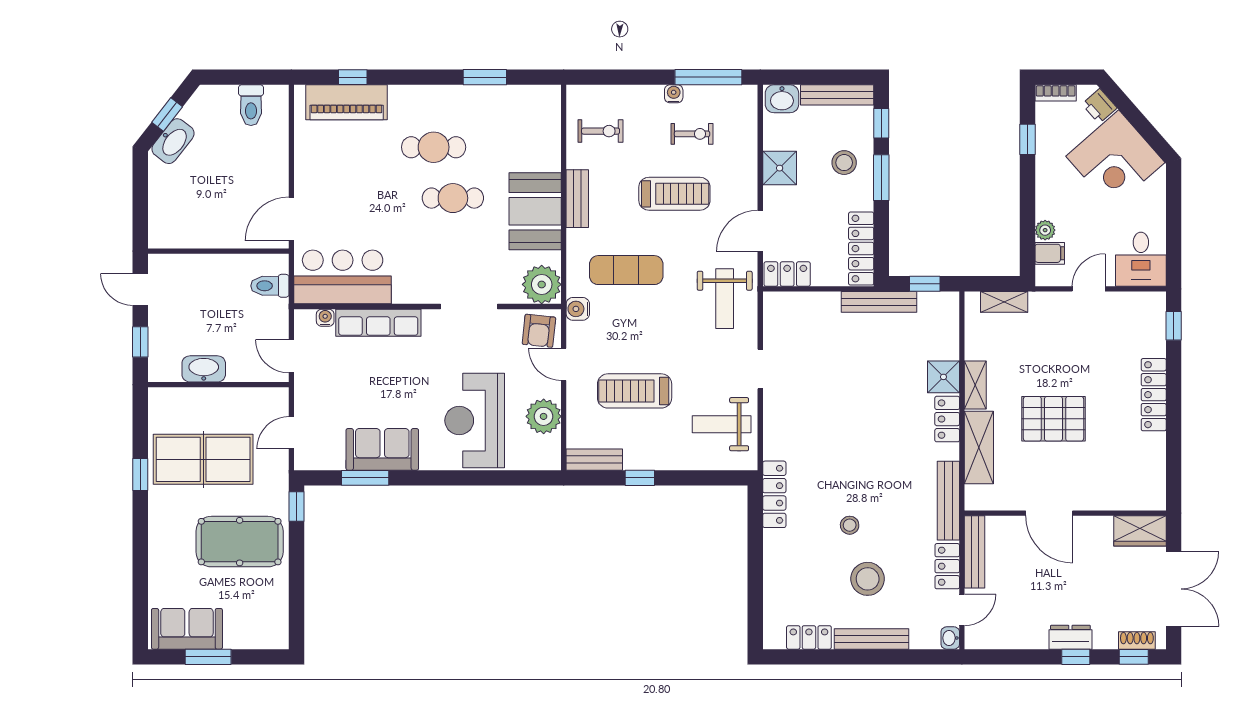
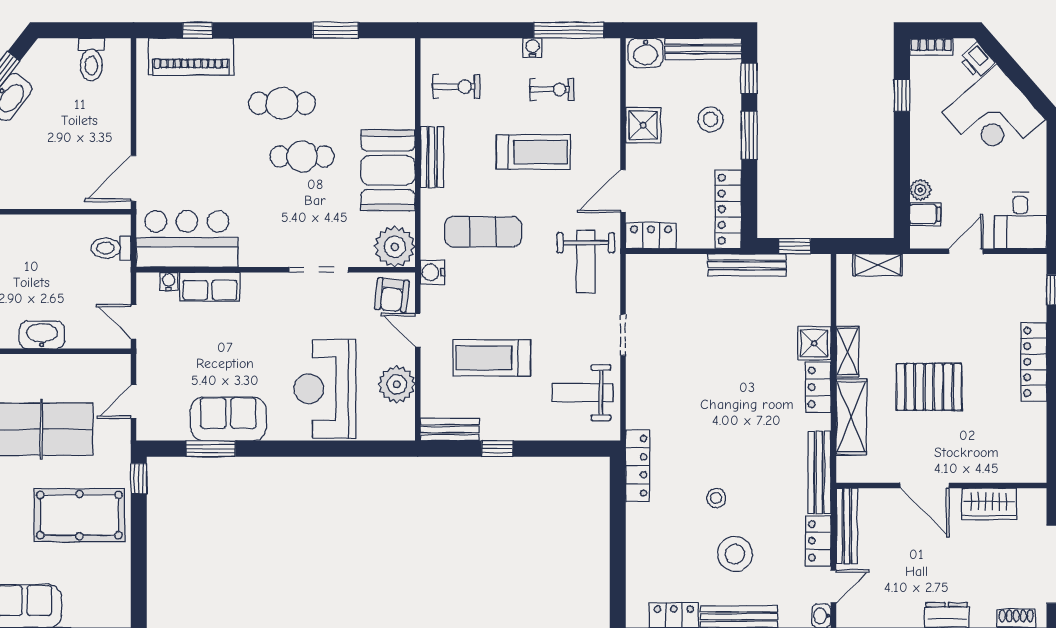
row of seats: (378, 323) -> (210, 287), width x0.68
wardrobe: (1140, 531) -> (989, 504), moved

